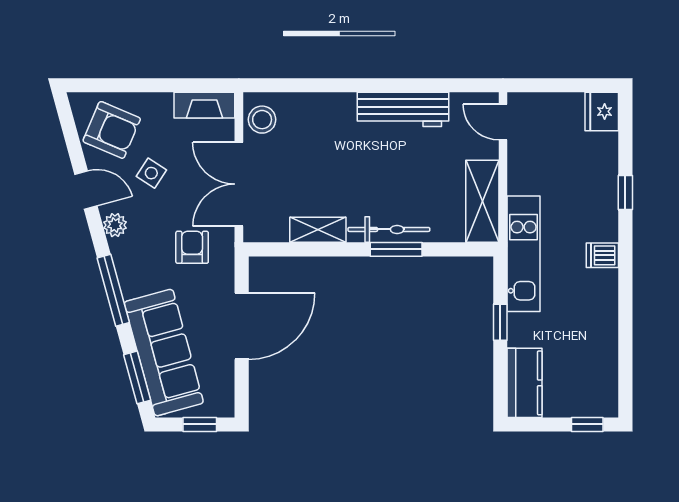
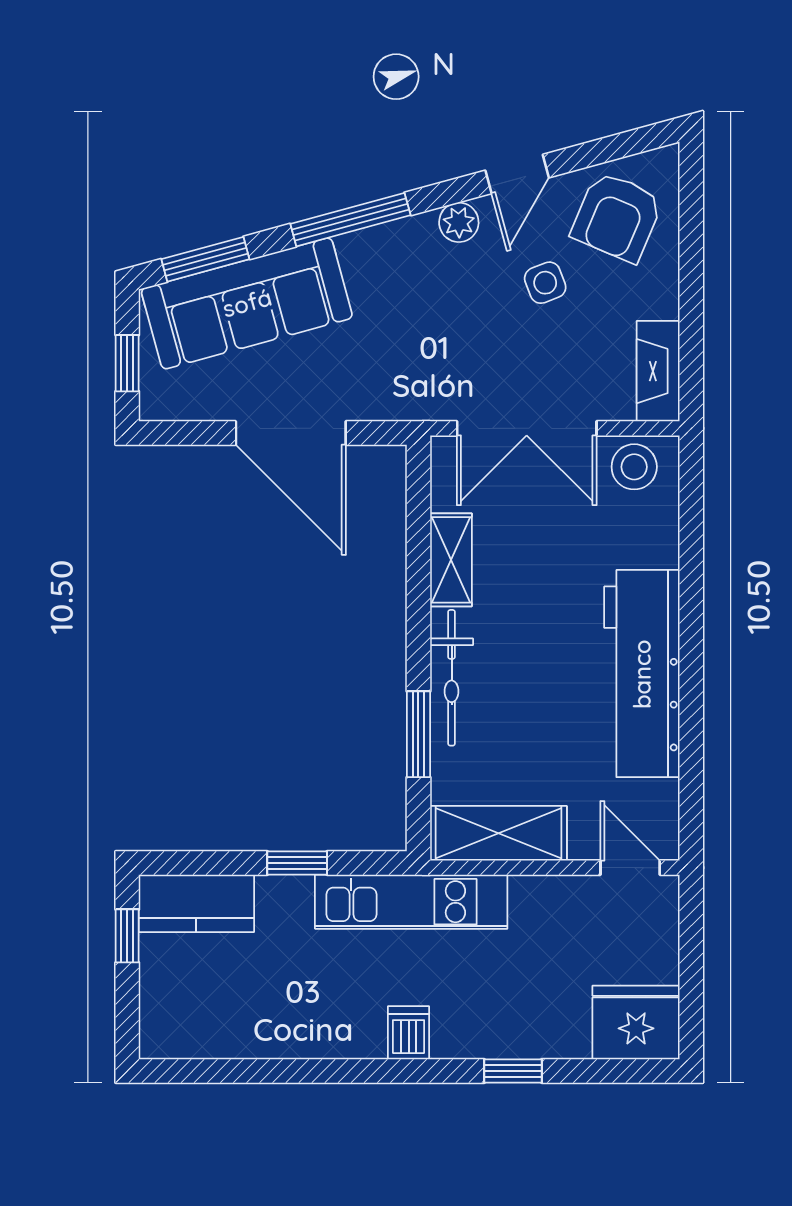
workbench: (403, 109) -> (642, 674), width x1.36, depth x1.32
fridge: (602, 111) -> (636, 1023), width x1.36, depth x1.34
door: (503, 122) -> (630, 868), hinge flipped
side table: (151, 173) -> (545, 283), turned 36
double door: (239, 184) -> (527, 428), swing flipped
armchair: (192, 247) -> (422, 351), removed
window: (396, 249) -> (418, 734), moved
window: (587, 424) -> (127, 936), moved

